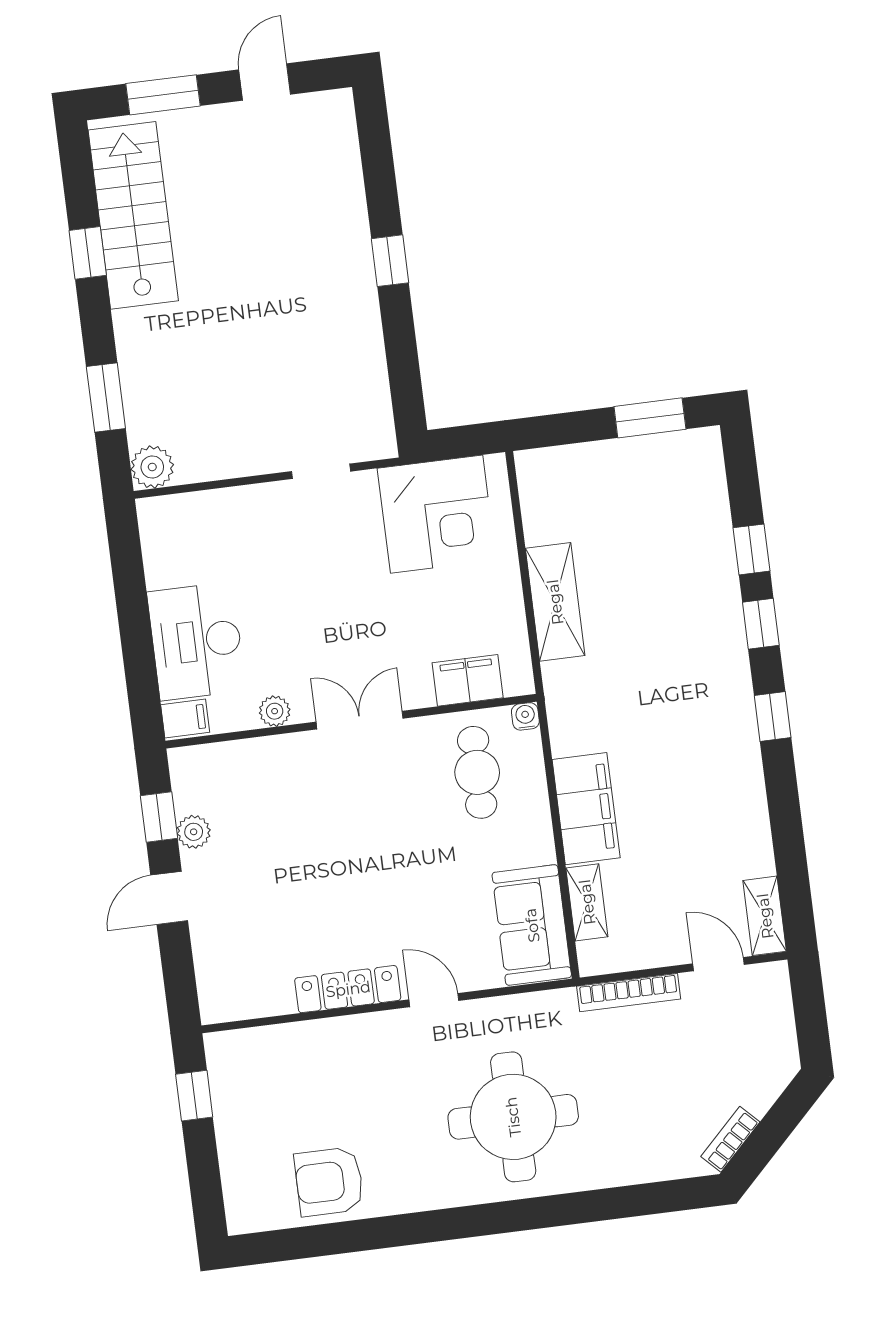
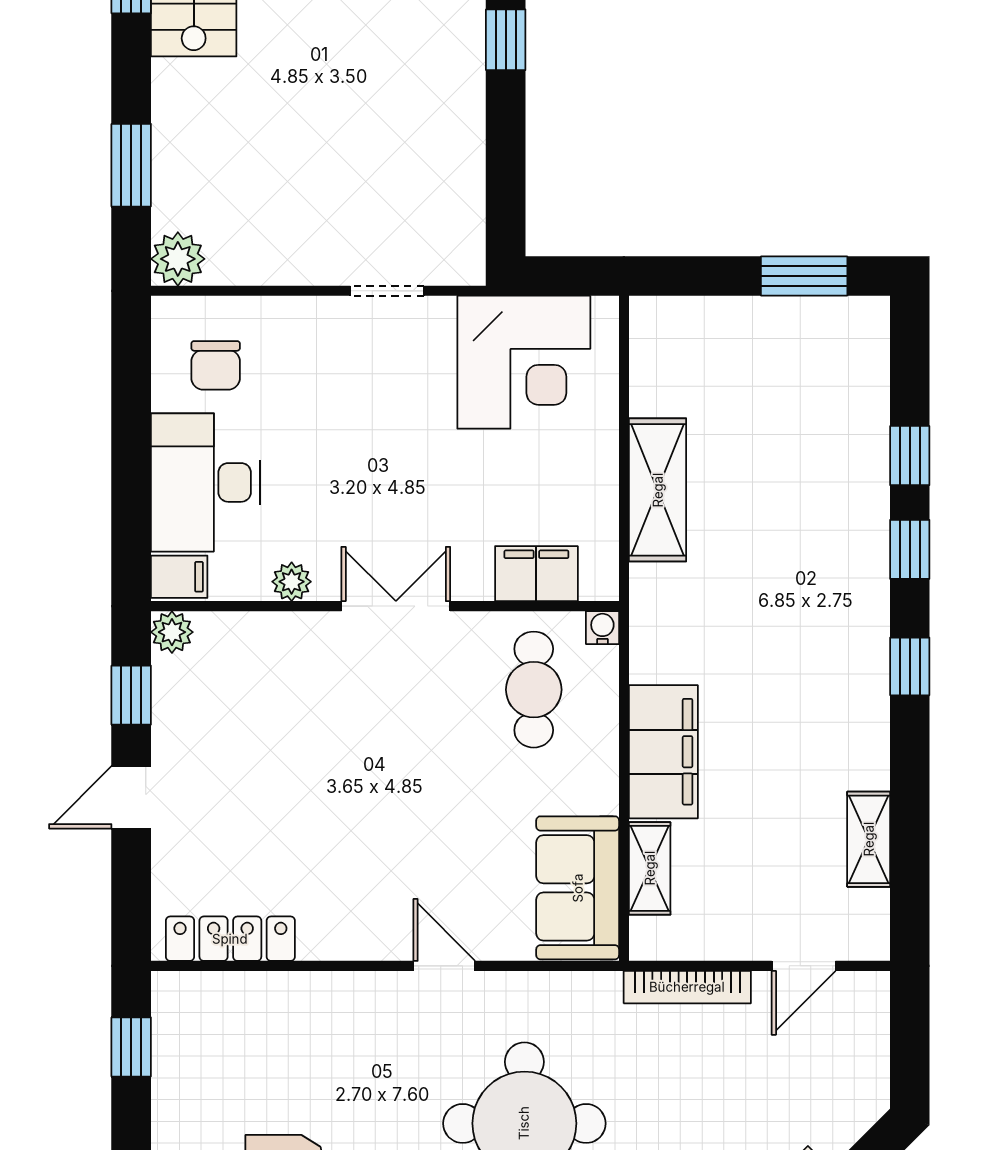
chair: (193, 547) -> (216, 365), added
plant: (194, 832) -> (172, 632), moved
shelving: (765, 916) -> (869, 839), moved
door: (718, 964) -> (804, 966), swing flipped
locker: (348, 989) -> (230, 939), moved

